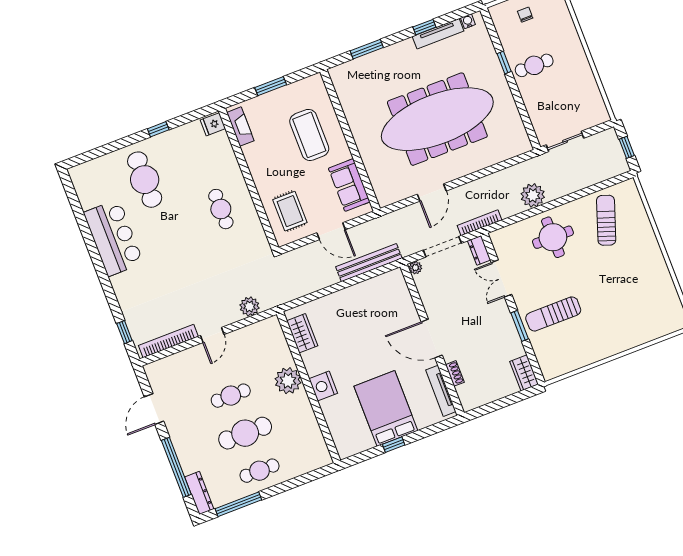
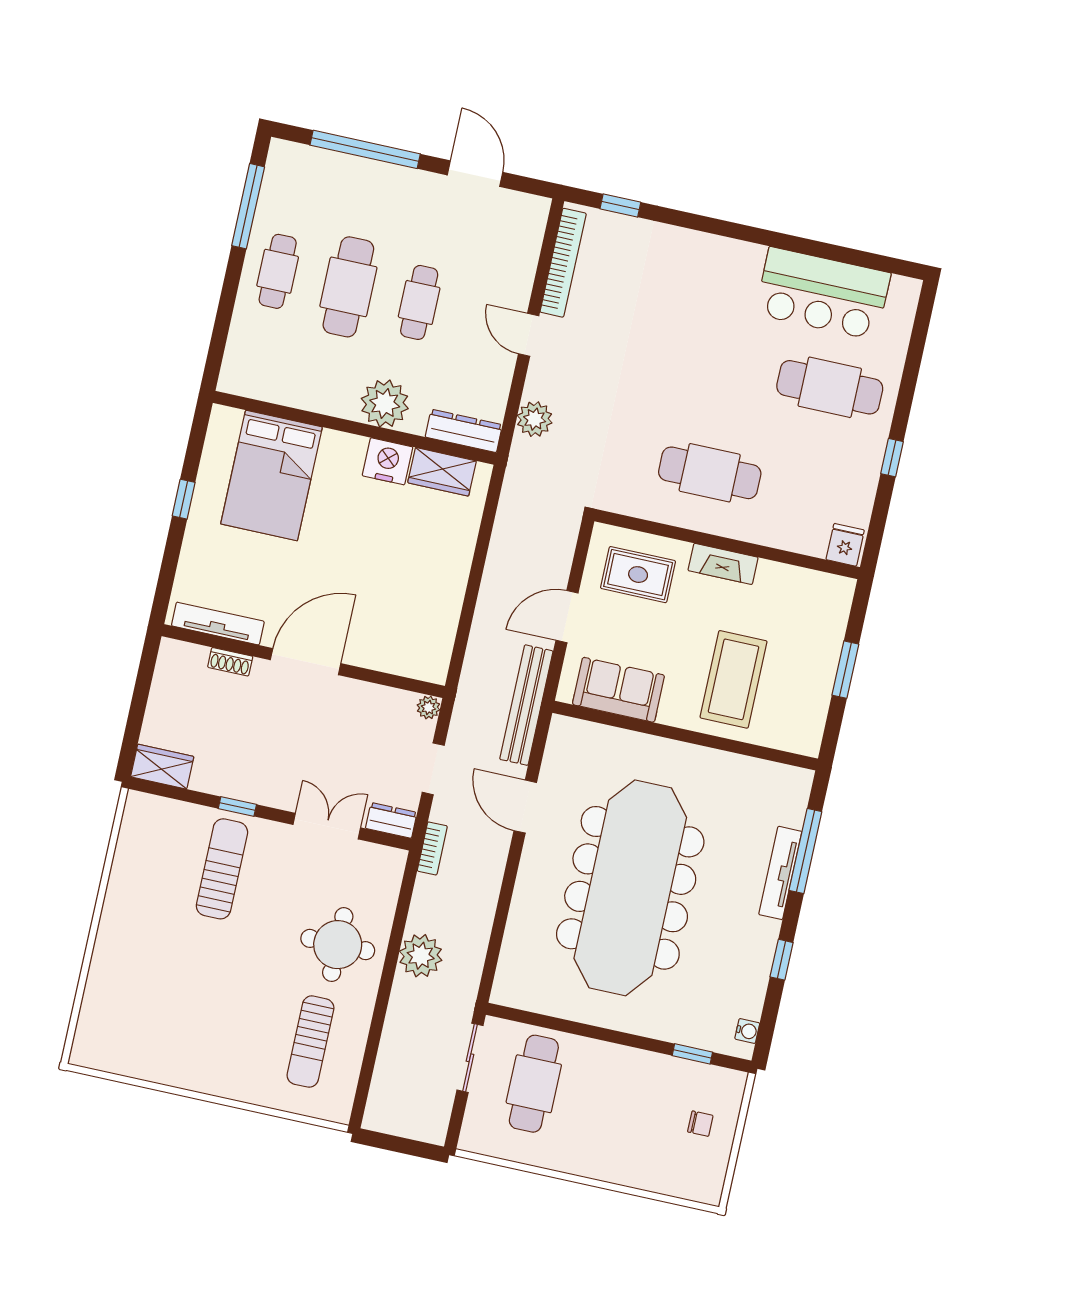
tv unit: (438, 34) -> (780, 873), moved
window: (367, 49) -> (805, 851), width x1.44
window: (504, 62) -> (692, 1054), moved
cafe table: (534, 65) -> (534, 1084), moved, width x1.37, depth x1.35
fireplace: (240, 127) -> (723, 564), moved
coffee table: (309, 135) -> (733, 679), turned 90
window: (627, 147) -> (400, 1145), removed
cafe table: (221, 209) -> (710, 473), width x1.37, depth x1.35
sun lounger: (606, 220) -> (310, 1042), turned 71
bookcase: (480, 223) -> (432, 848), width x0.64
bar counter: (113, 238) -> (823, 294), moved
doorway: (442, 247) -> (433, 769), width x0.73
bench: (369, 263) -> (526, 705), moved
window: (520, 326) -> (237, 806), width x0.67
nightstand: (323, 386) -> (387, 461), moved
bed: (386, 408) -> (271, 475), moved, turned 90
dresser: (199, 493) -> (464, 431), moved, turned 180

